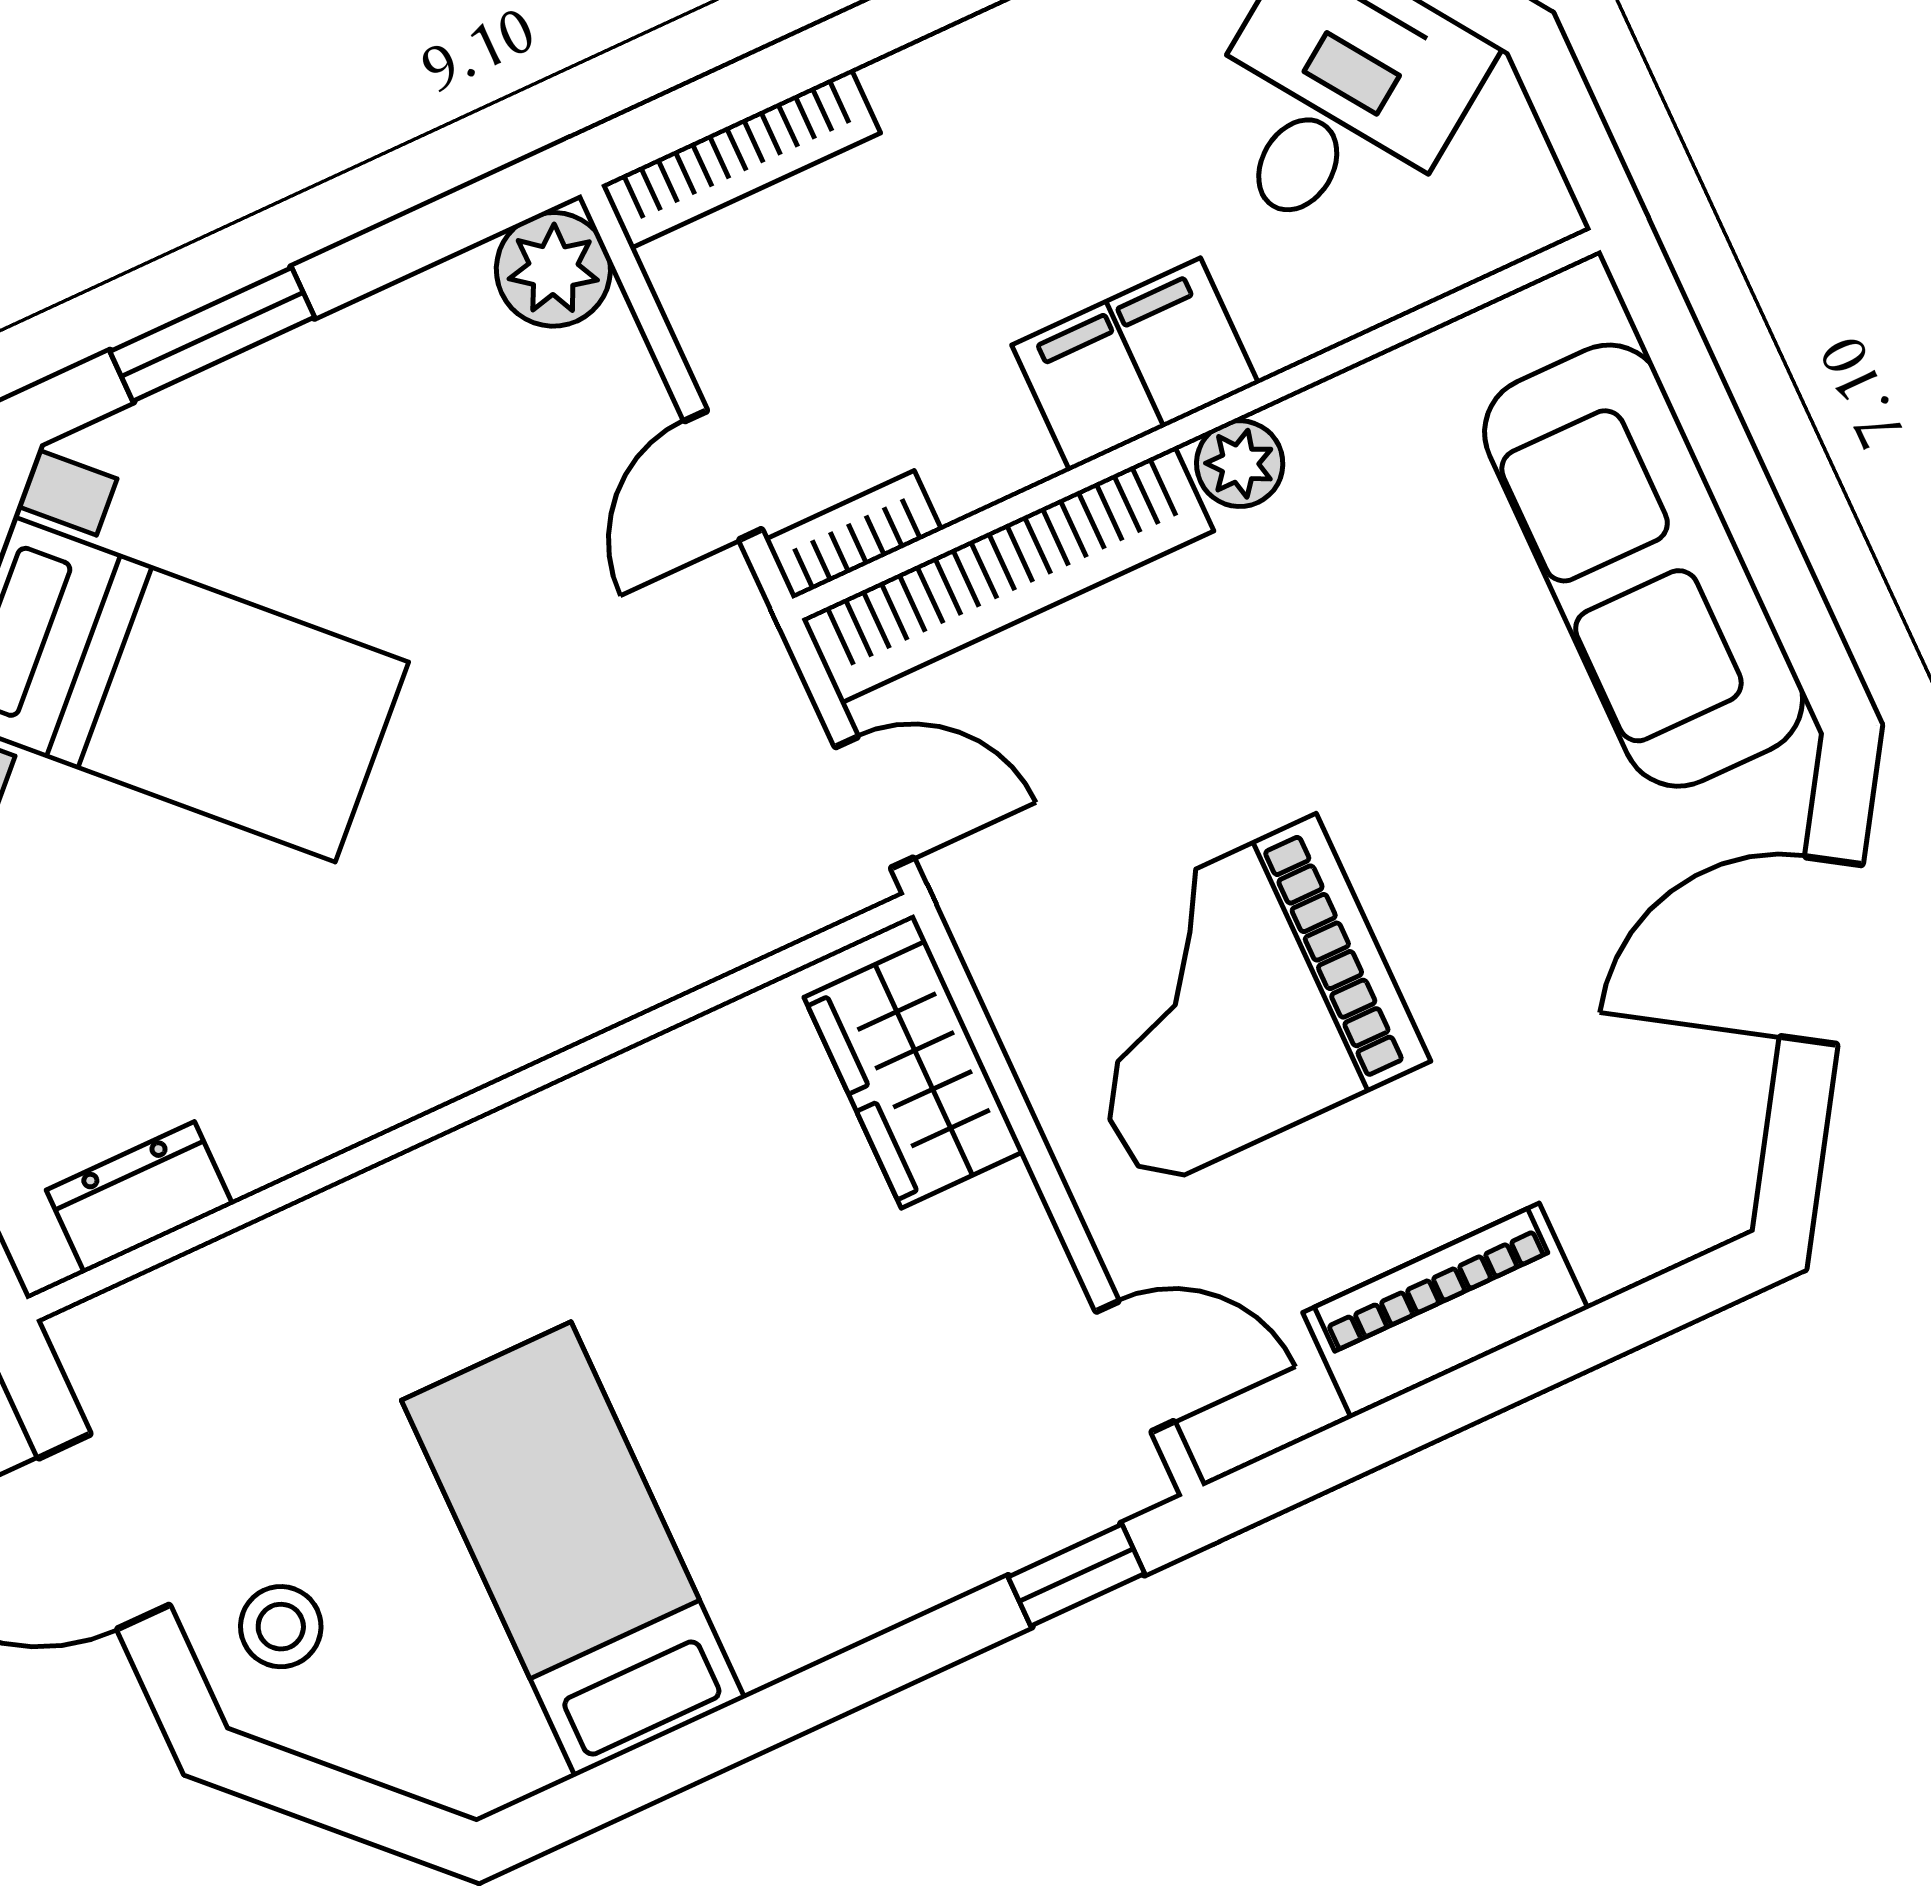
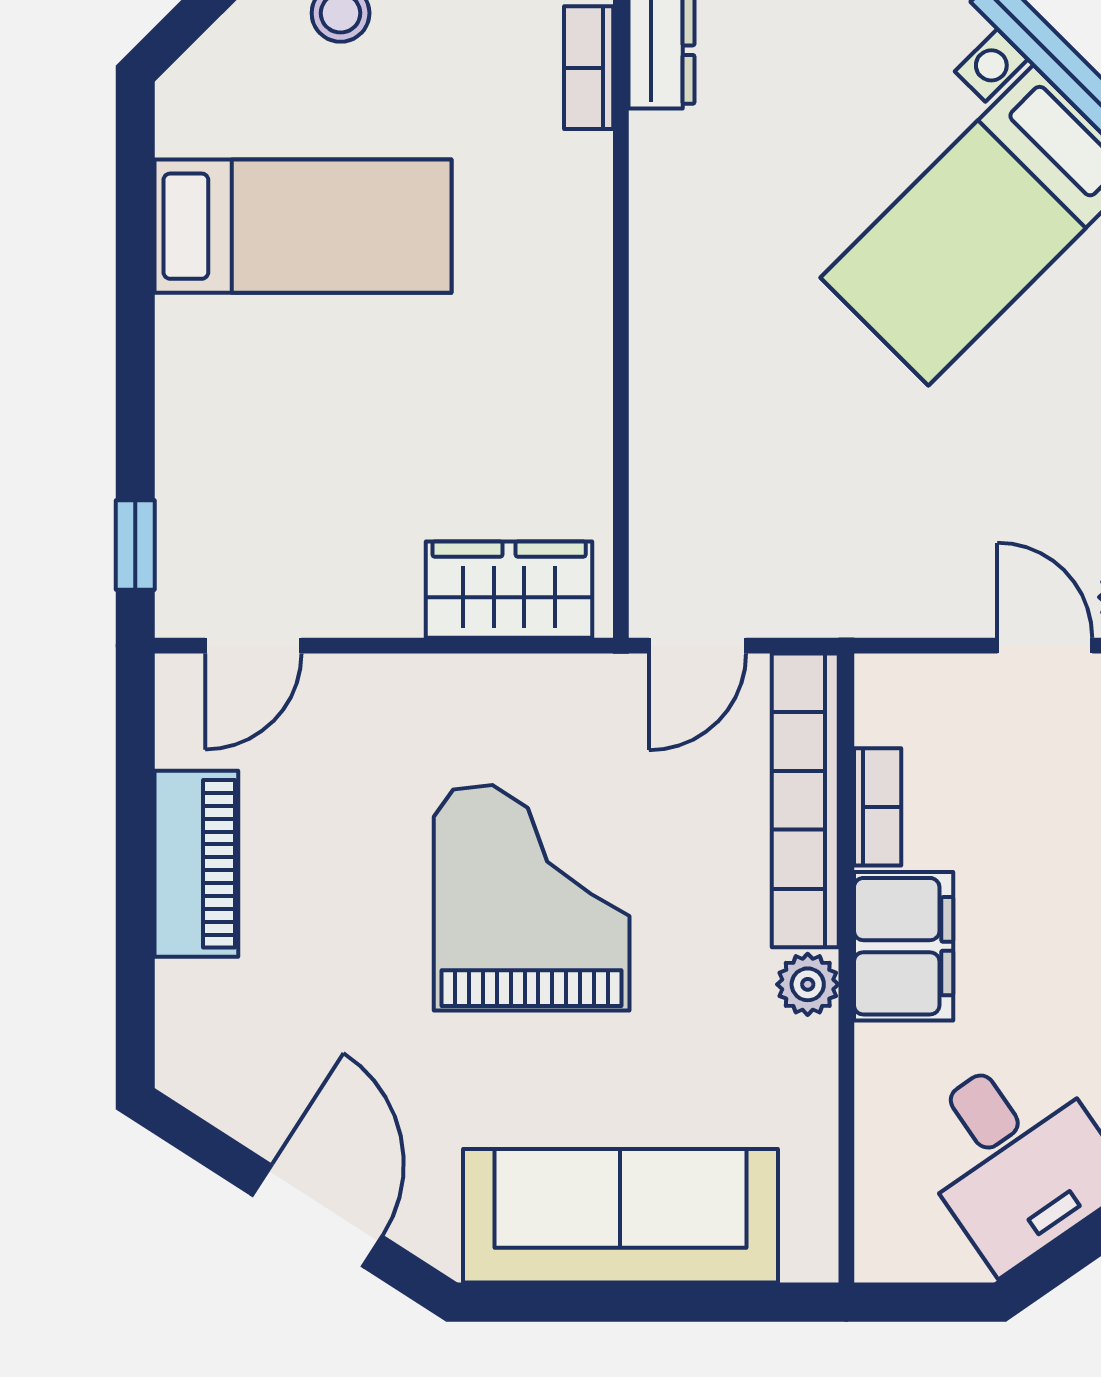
door: (723, 475) -> (1045, 646), moved
bookcase: (853, 535) -> (878, 807), moved
grand piano: (1230, 1003) -> (532, 898), moved
bookcase: (204, 1280) -> (589, 68), added

